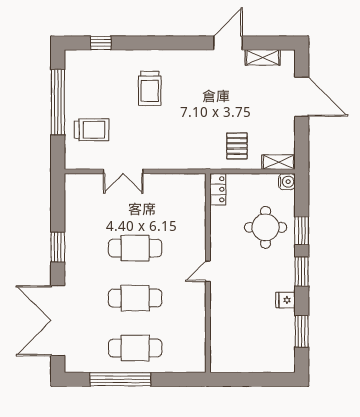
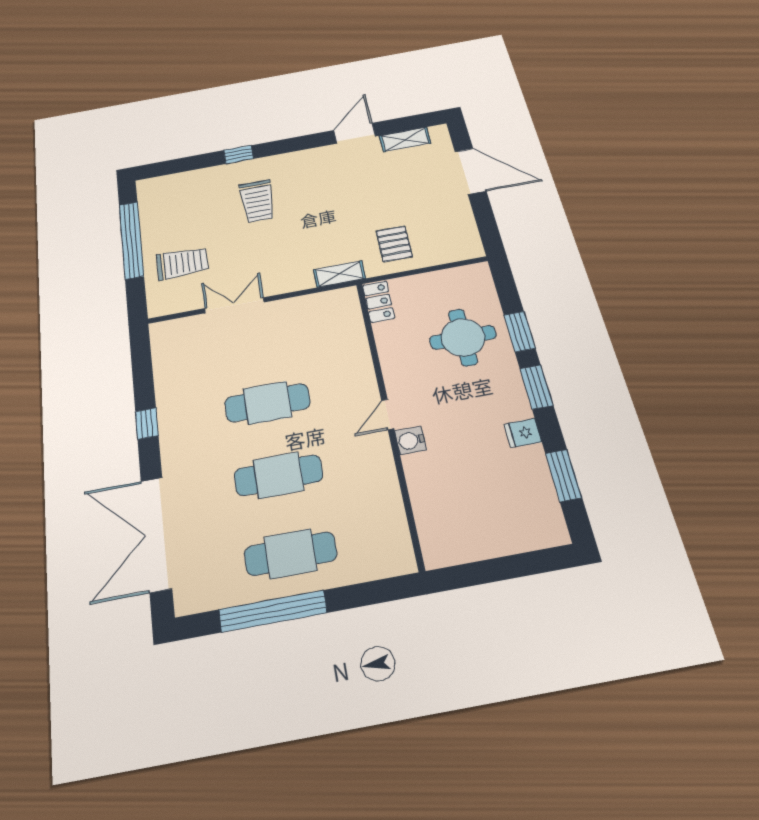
window: (101, 43) -> (239, 155), moved
shelving: (279, 162) -> (339, 274), moved
double door: (123, 171) -> (234, 305), swing flipped
water cooler: (287, 182) -> (410, 440), moved, turned 180
window: (58, 247) -> (147, 423), width x0.67

